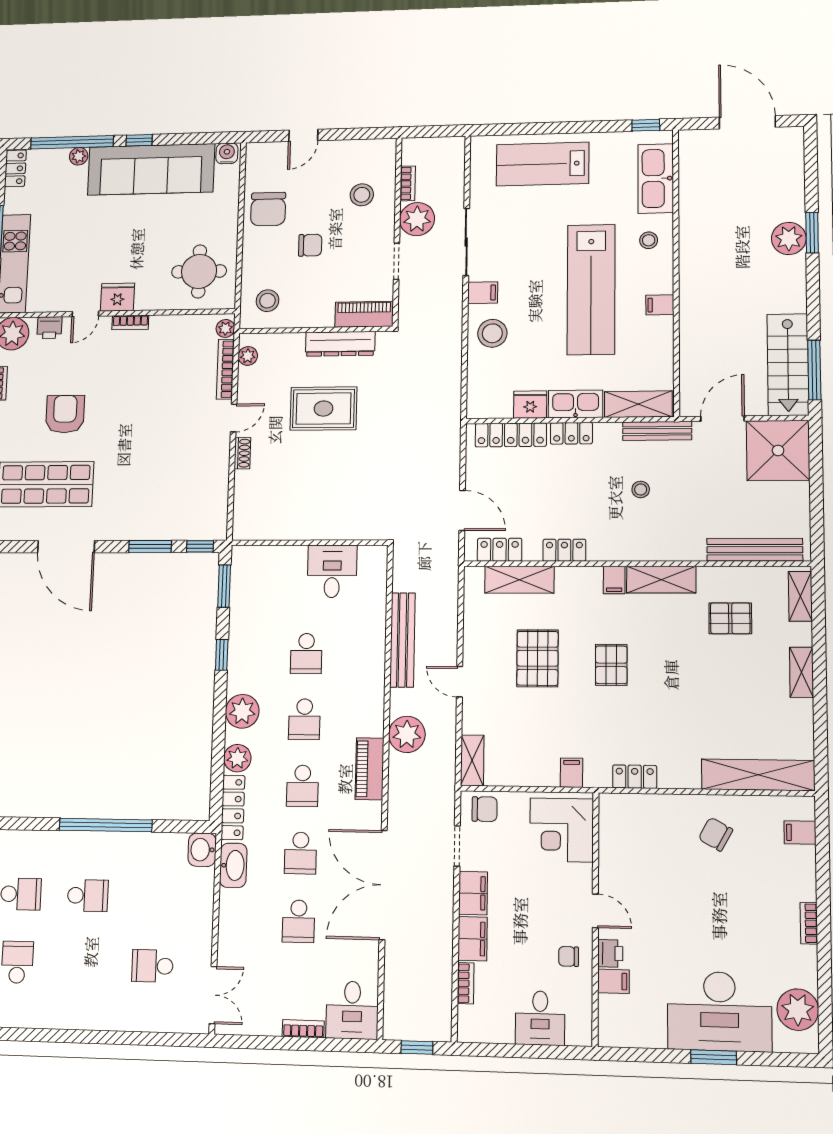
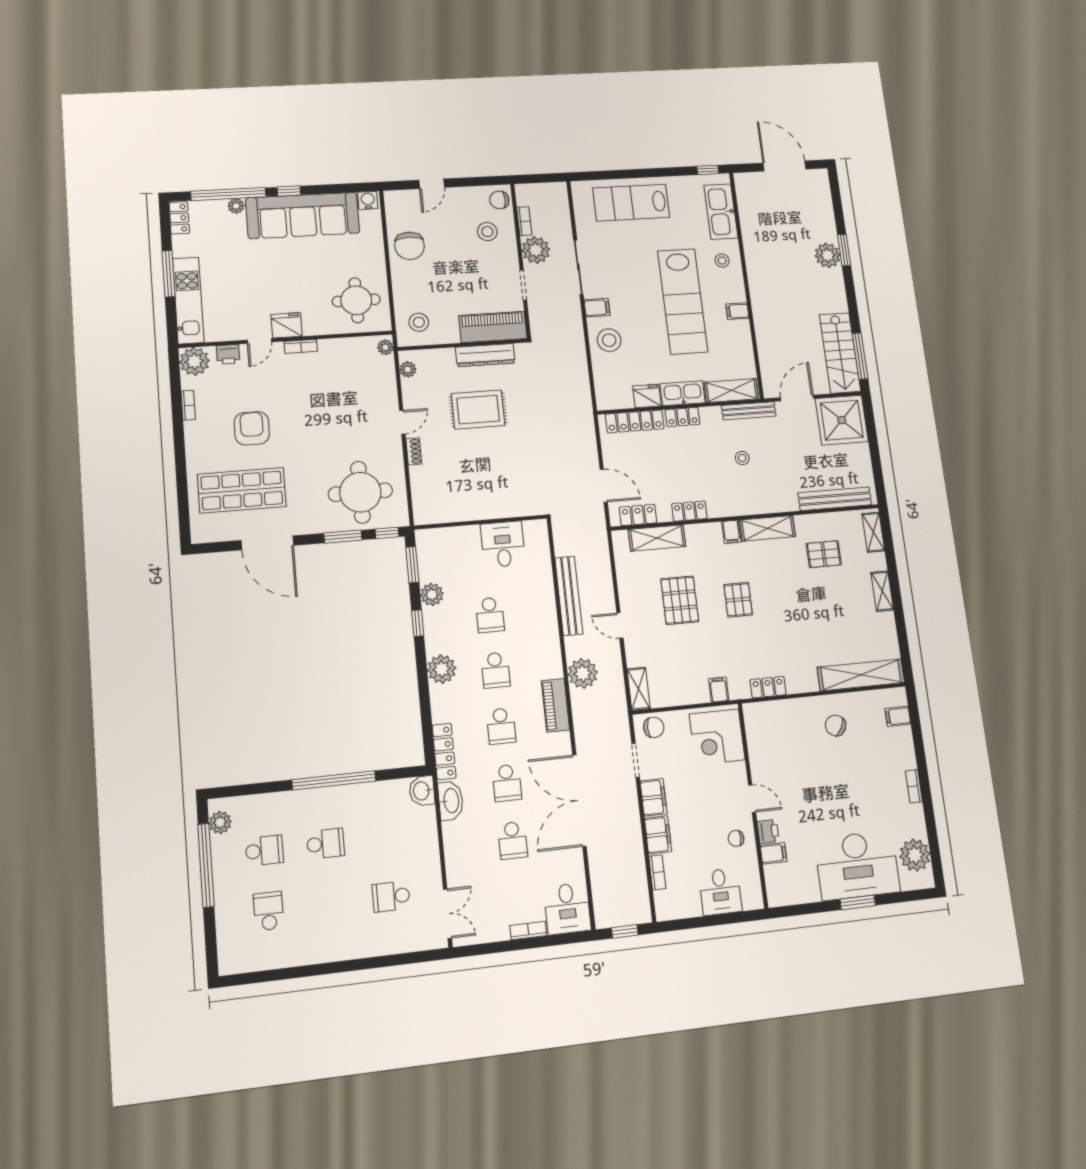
chair: (310, 245) -> (499, 200), moved, turned 180
piano: (364, 314) -> (493, 327), width x1.37, depth x1.33
bookcase: (225, 369) -> (390, 382), removed
round table: (176, 497) -> (360, 492), added
plant: (237, 758) -> (432, 595), moved

